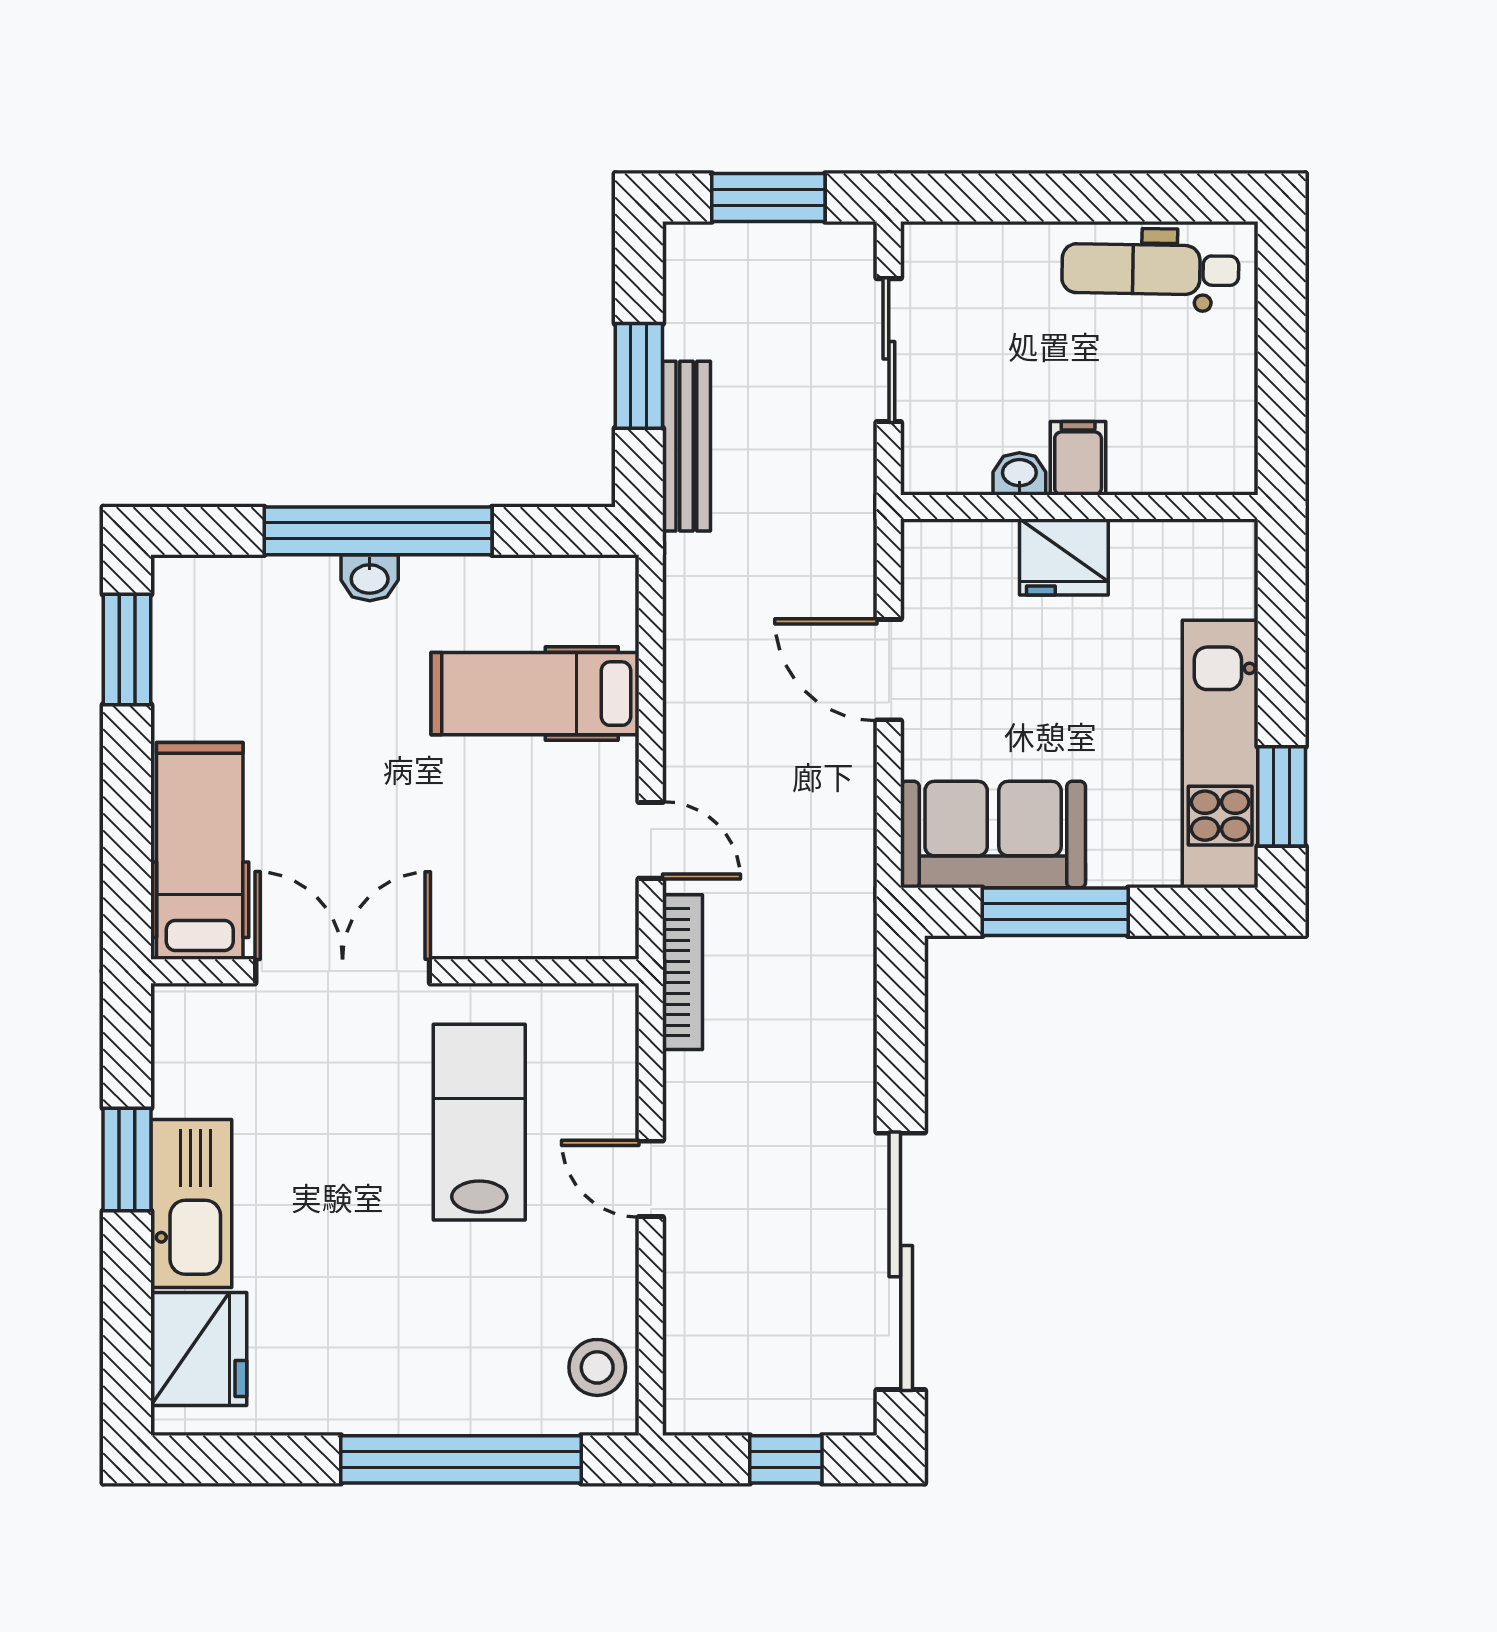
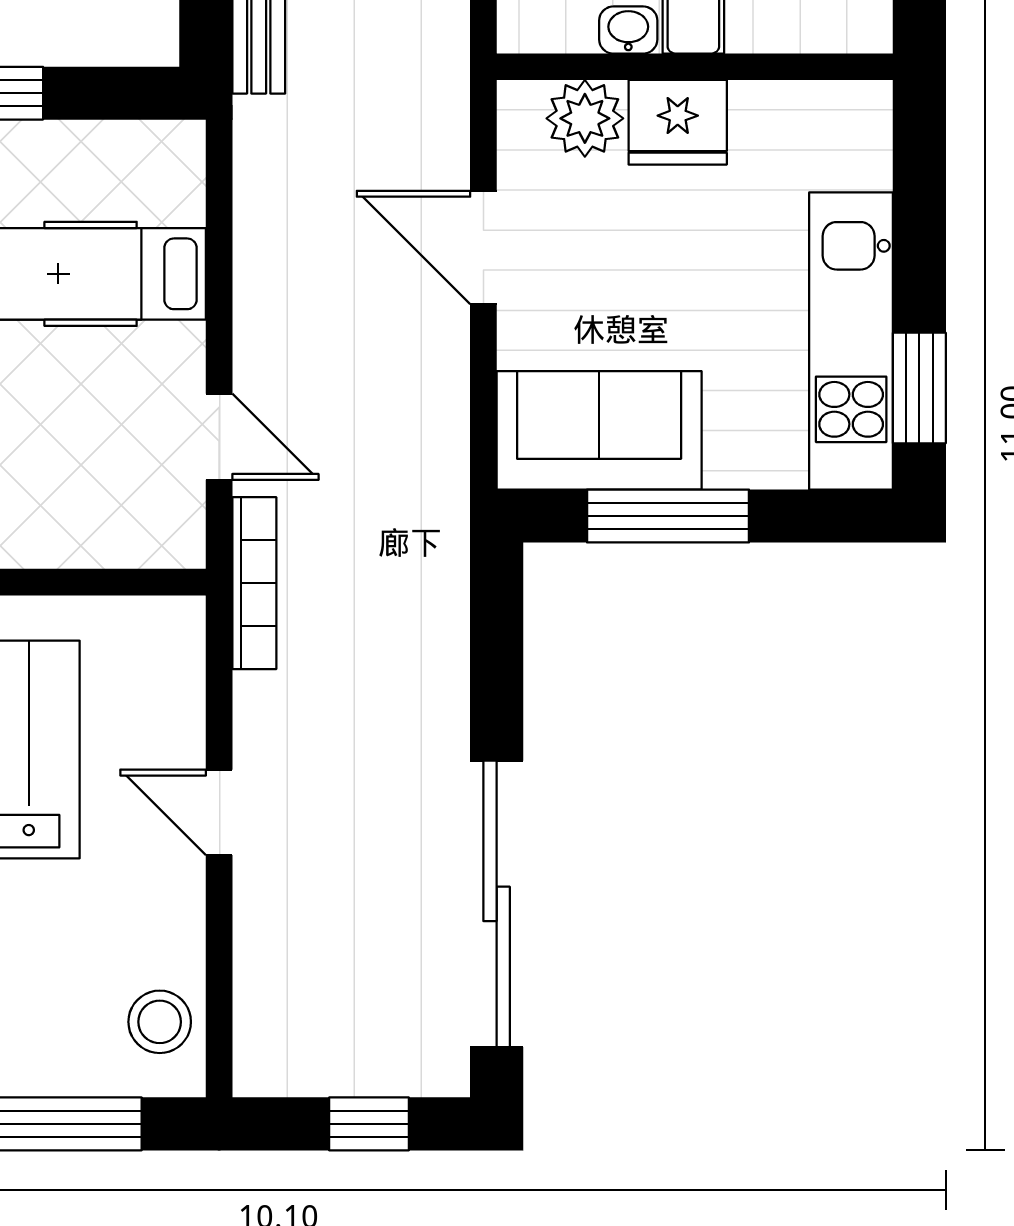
plant: (980, 554) -> (585, 118), added

